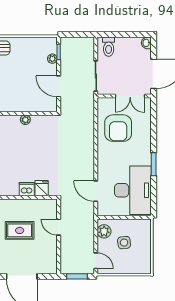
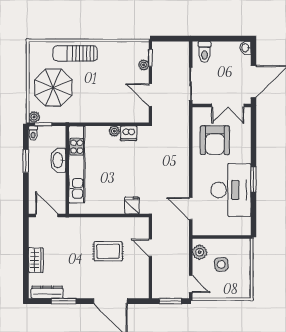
dishwasher: (27, 189) -> (129, 133), moved, turned 180
desk: (133, 190) -> (231, 190), moved

